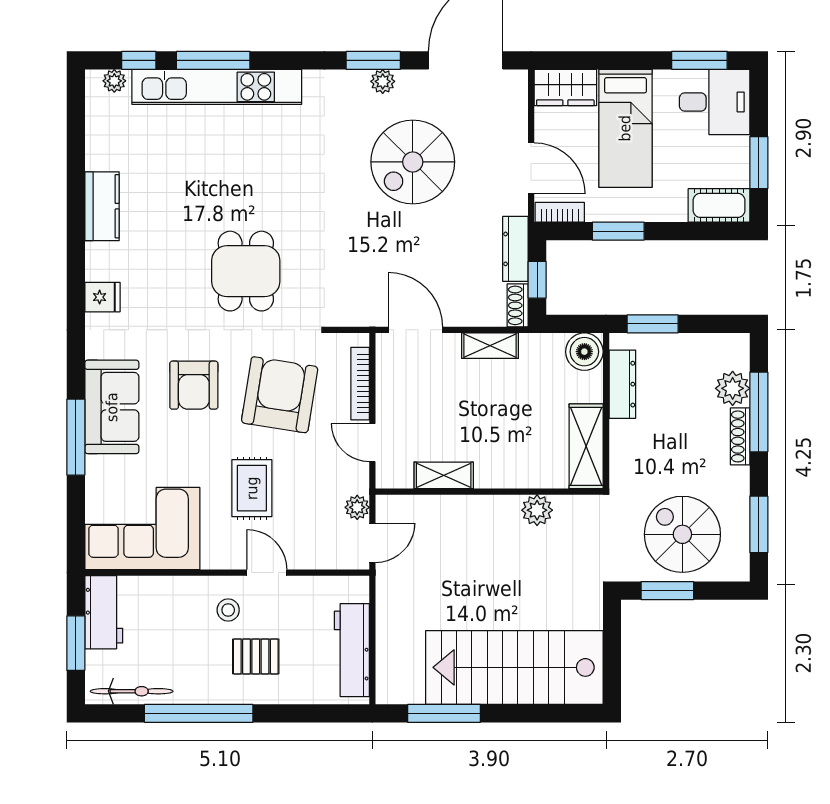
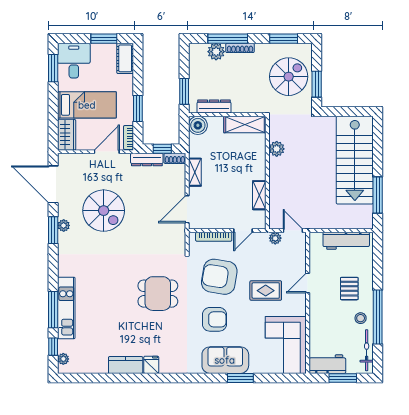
kitchen unit: (217, 87) -> (66, 308), width x0.73
fridge: (102, 297) -> (151, 365), moved
window: (76, 437) -> (240, 378), width x0.69
spiral stairs: (682, 534) -> (289, 77), turned 180
stool: (228, 610) -> (361, 318), moved

